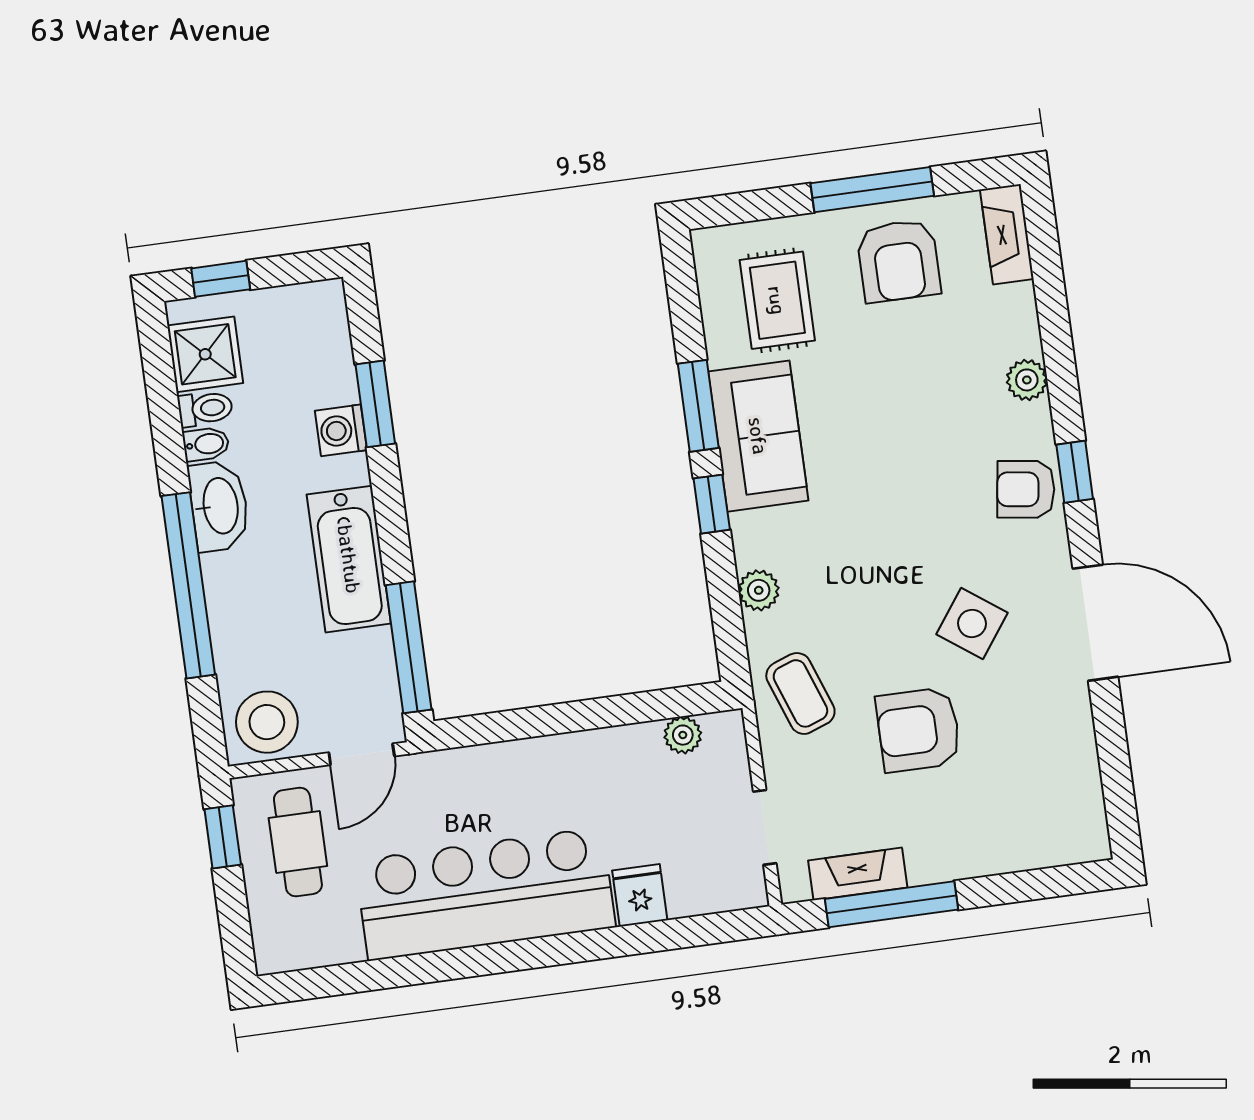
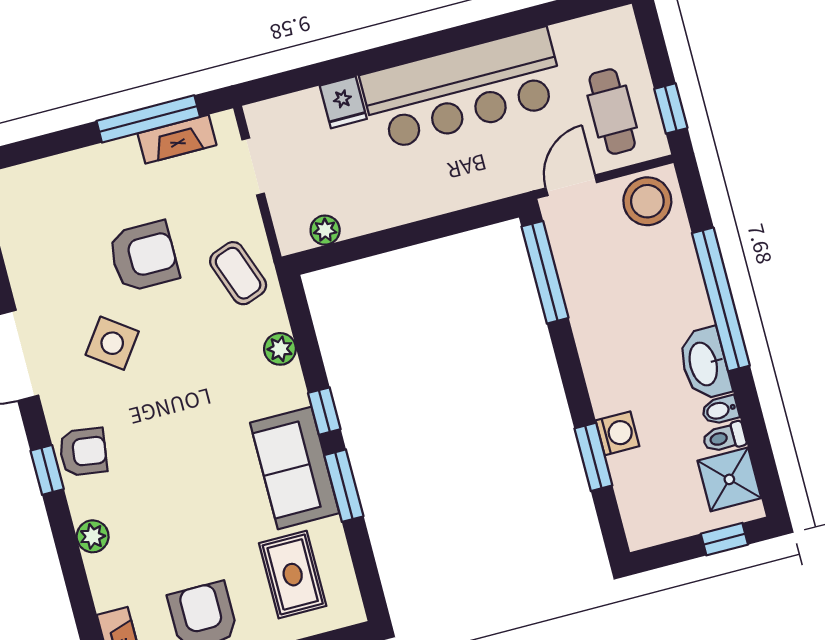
bathtub: (349, 559) -> (599, 335), removed

